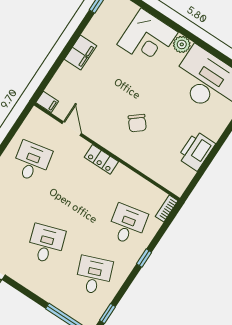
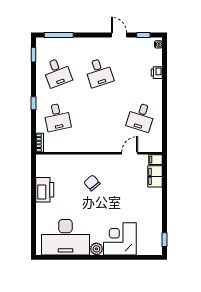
filing cabinet: (81, 53) -> (155, 176), moved
door: (72, 129) -> (130, 153), swing flipped
locker: (101, 159) -> (99, 146), removed
desk: (32, 162) -> (141, 117), turned 30

